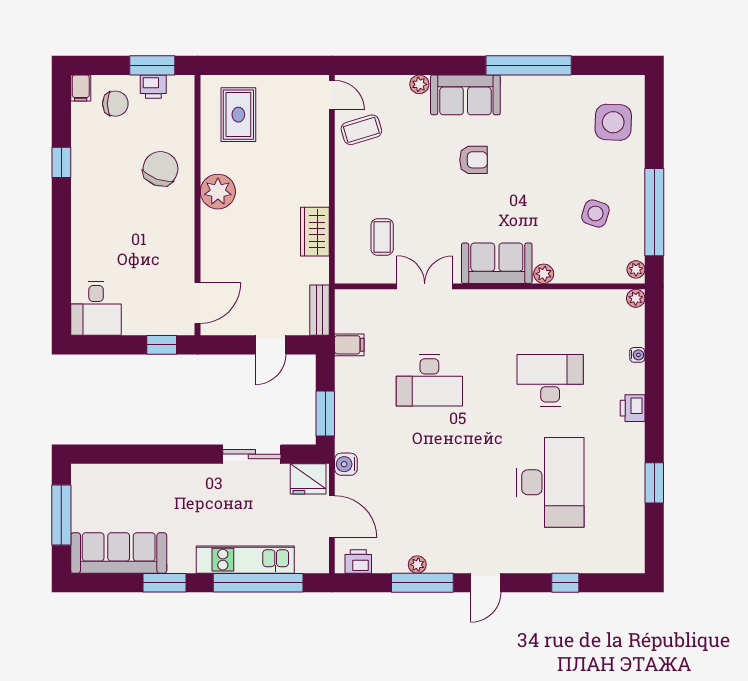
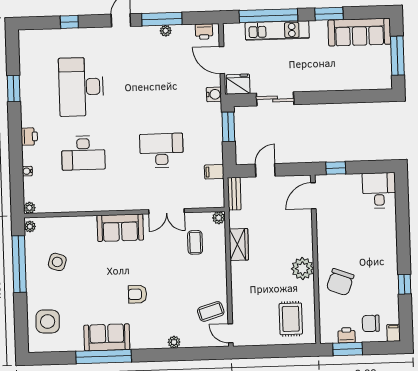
sofa: (465, 95) -> (107, 337), moved
plant: (544, 274) -> (219, 218), moved

